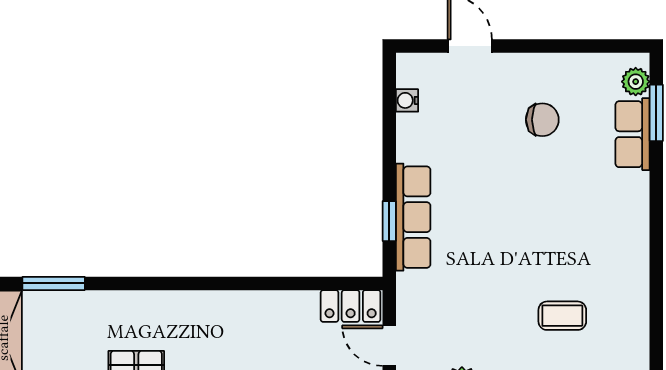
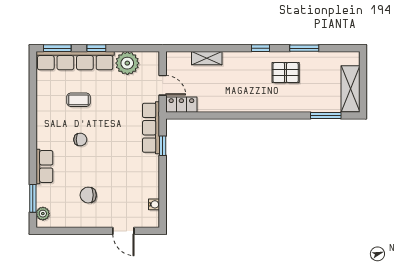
row of seats: (633, 134) -> (44, 166), moved
row of seats: (413, 217) -> (151, 128), moved
chair: (559, 234) -> (80, 140), added

